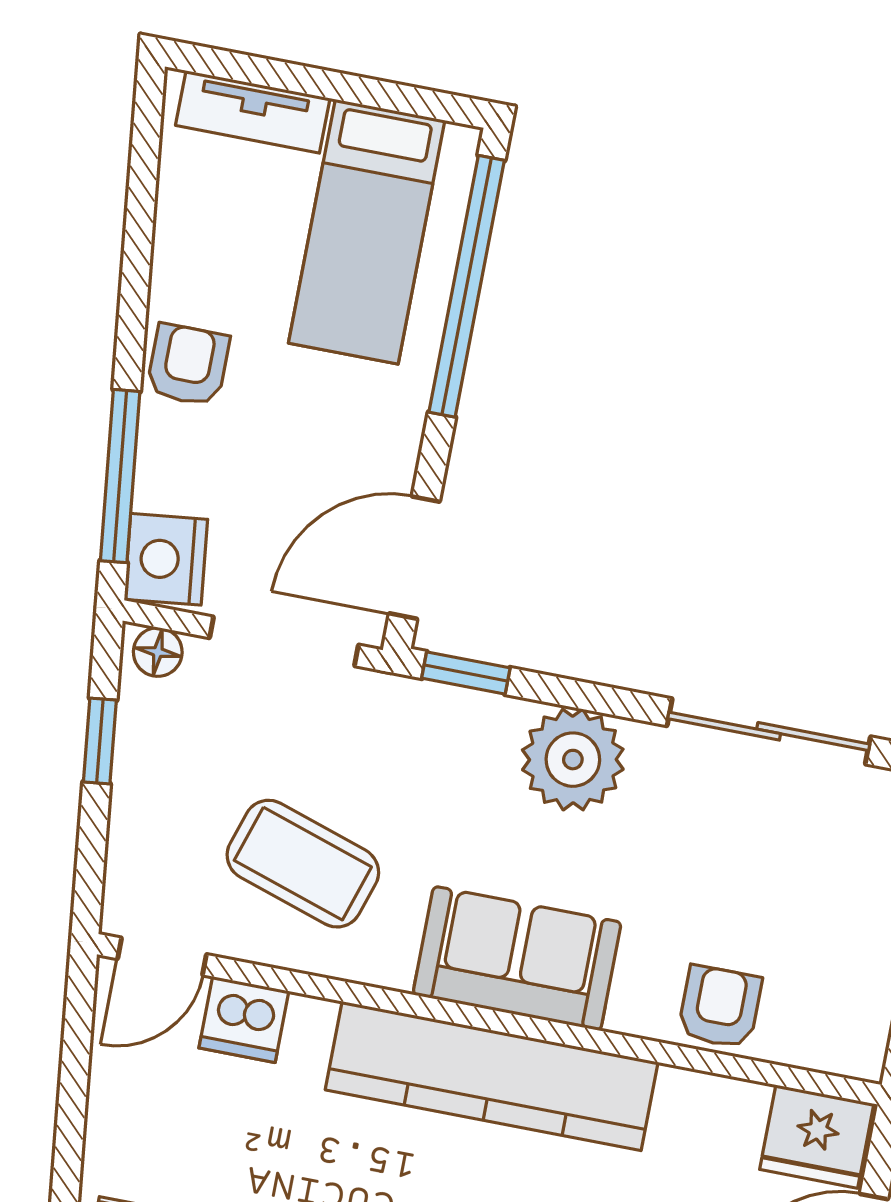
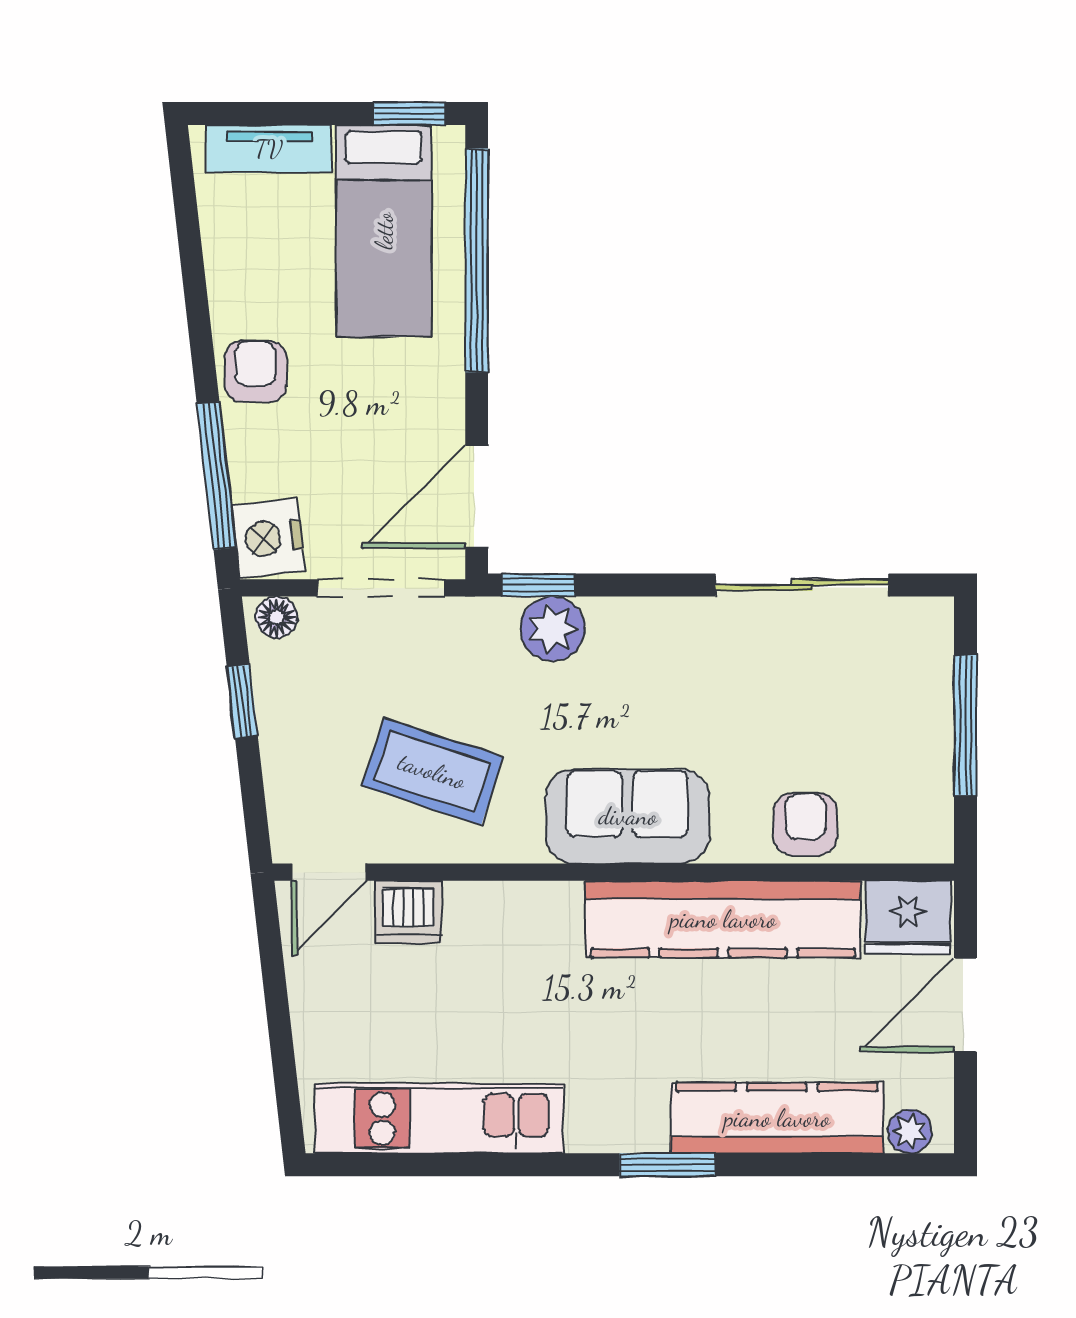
window: (422, 102) -> (410, 113), added
plant: (573, 760) -> (553, 629), moved, width x0.73, depth x0.73
kitchen counter: (492, 1076) -> (723, 919), moved

